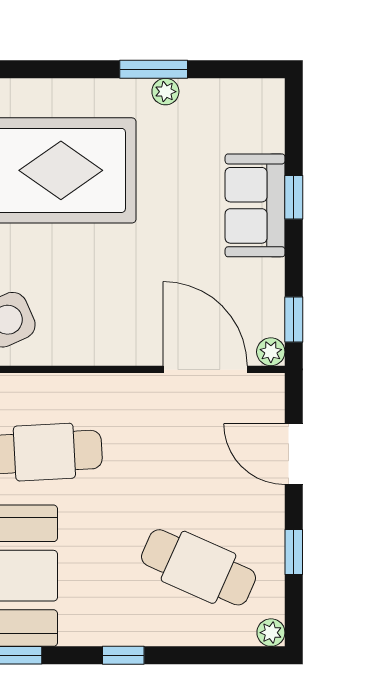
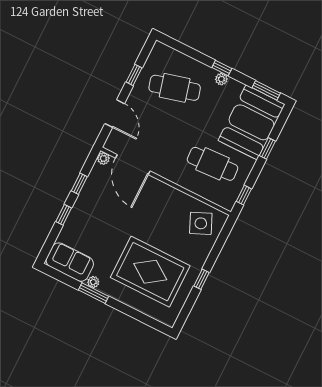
sofa: (255, 205) -> (70, 262), moved, turned -90
window: (294, 320) -> (79, 184), moved
cafe table: (199, 567) -> (175, 88), turned -39
plant: (271, 633) -> (221, 79), moved

